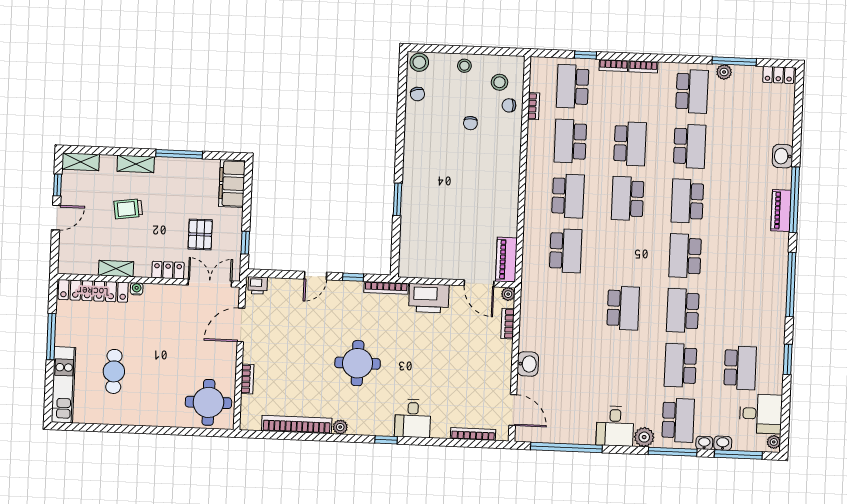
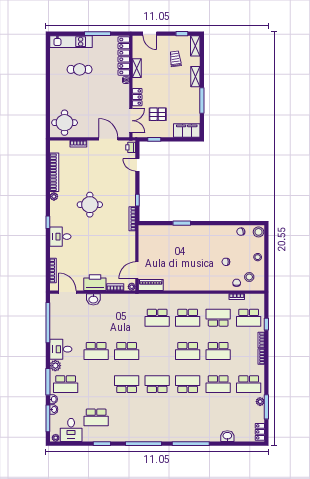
school desk: (573, 86) -> (249, 318), turned 180
washbasin: (783, 156) -> (227, 436), moved
school desk: (628, 198) -> (188, 351), turned 180
trolley: (128, 209) -> (175, 59), moved
piano: (781, 211) -> (185, 436), removed
door: (56, 218) -> (150, 34), moved
door: (315, 276) -> (137, 165), moved
printer: (429, 298) -> (95, 283), moved, turned 90
school desk: (680, 365) -> (96, 351), moved, turned 180
door: (513, 410) -> (67, 292), swing flipped

